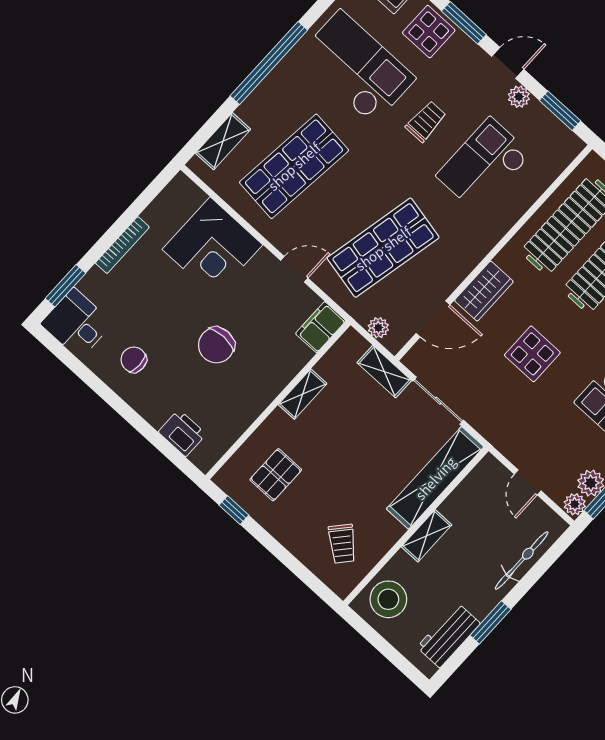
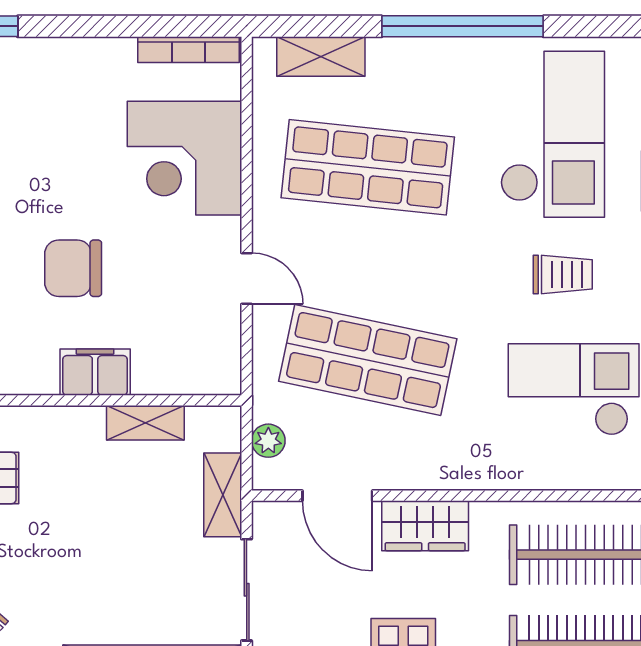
bookcase: (122, 245) -> (189, 50), moved
filing cabinet: (321, 327) -> (95, 372), moved
shelving: (303, 394) -> (145, 423), moved

